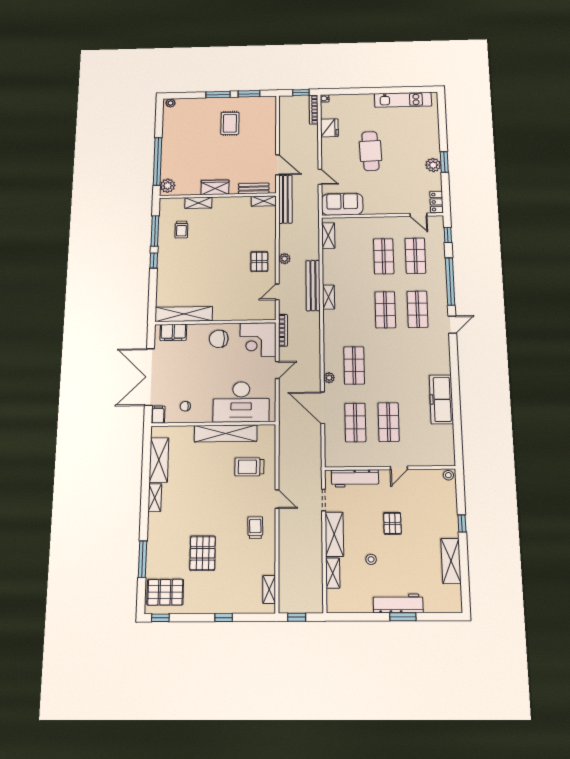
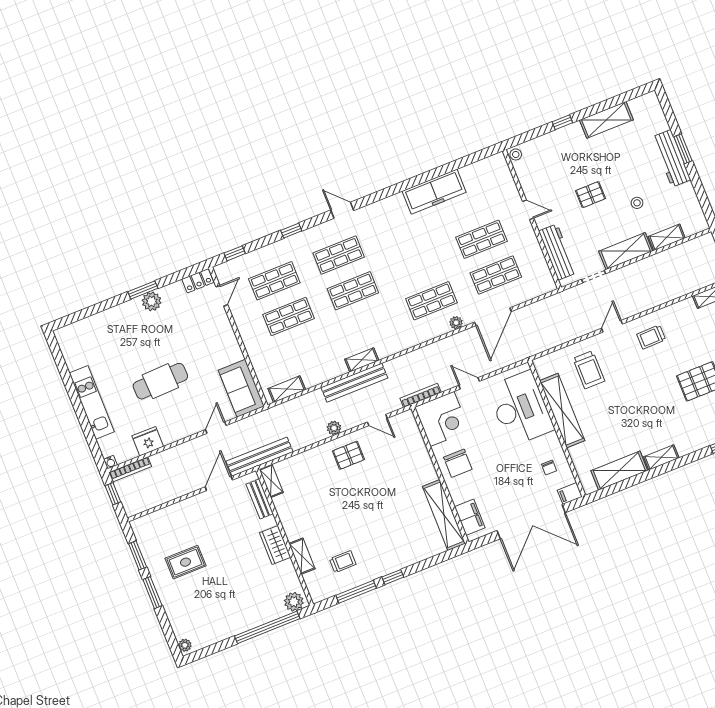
kitchen unit: (403, 100) -> (92, 402), moved
window: (450, 281) -> (291, 231), width x0.32

